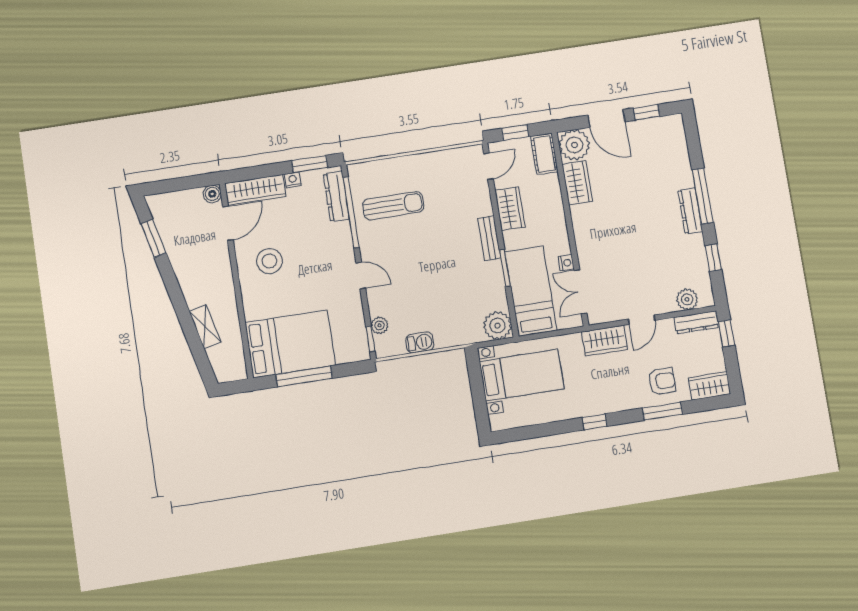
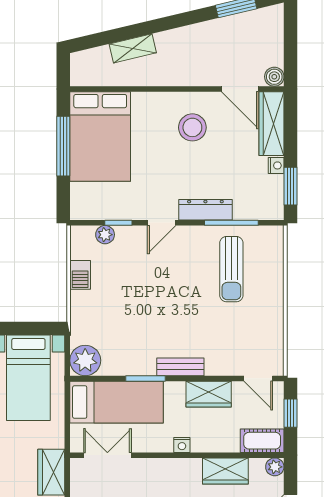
plant: (574, 145) -> (275, 467), width x0.53, depth x0.53
dresser: (336, 196) -> (205, 210), moved
window: (351, 212) -> (231, 223), width x0.68
nightstand: (566, 263) -> (182, 445), moved
window: (370, 339) -> (118, 223), moved

